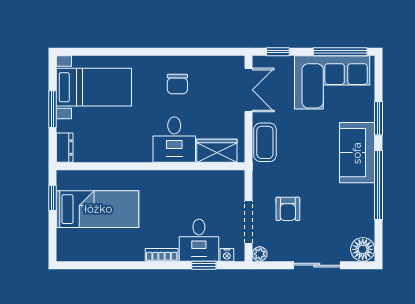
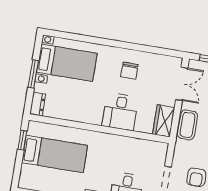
wardrobe: (217, 151) -> (164, 121), moved, turned -90

